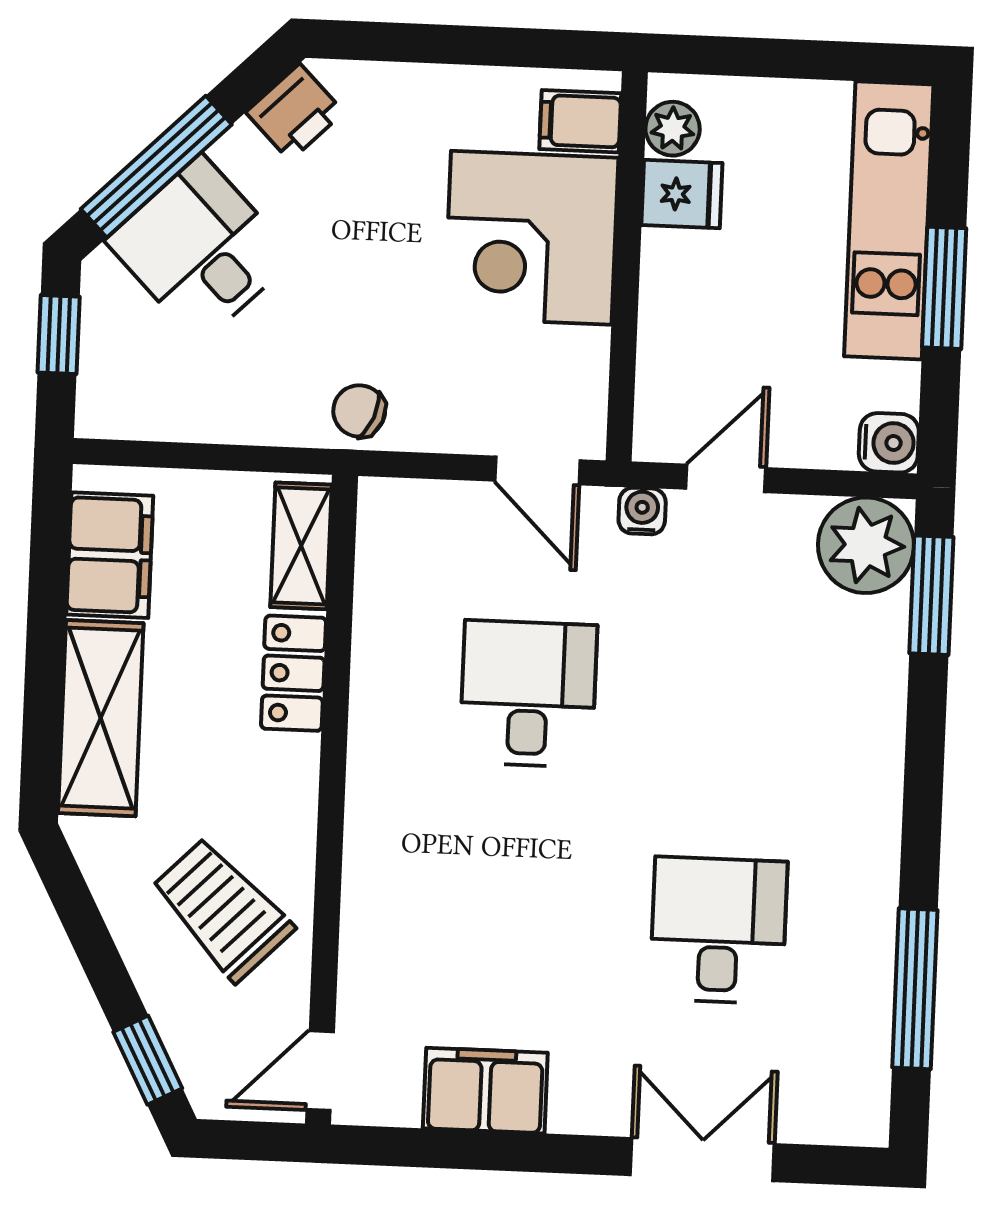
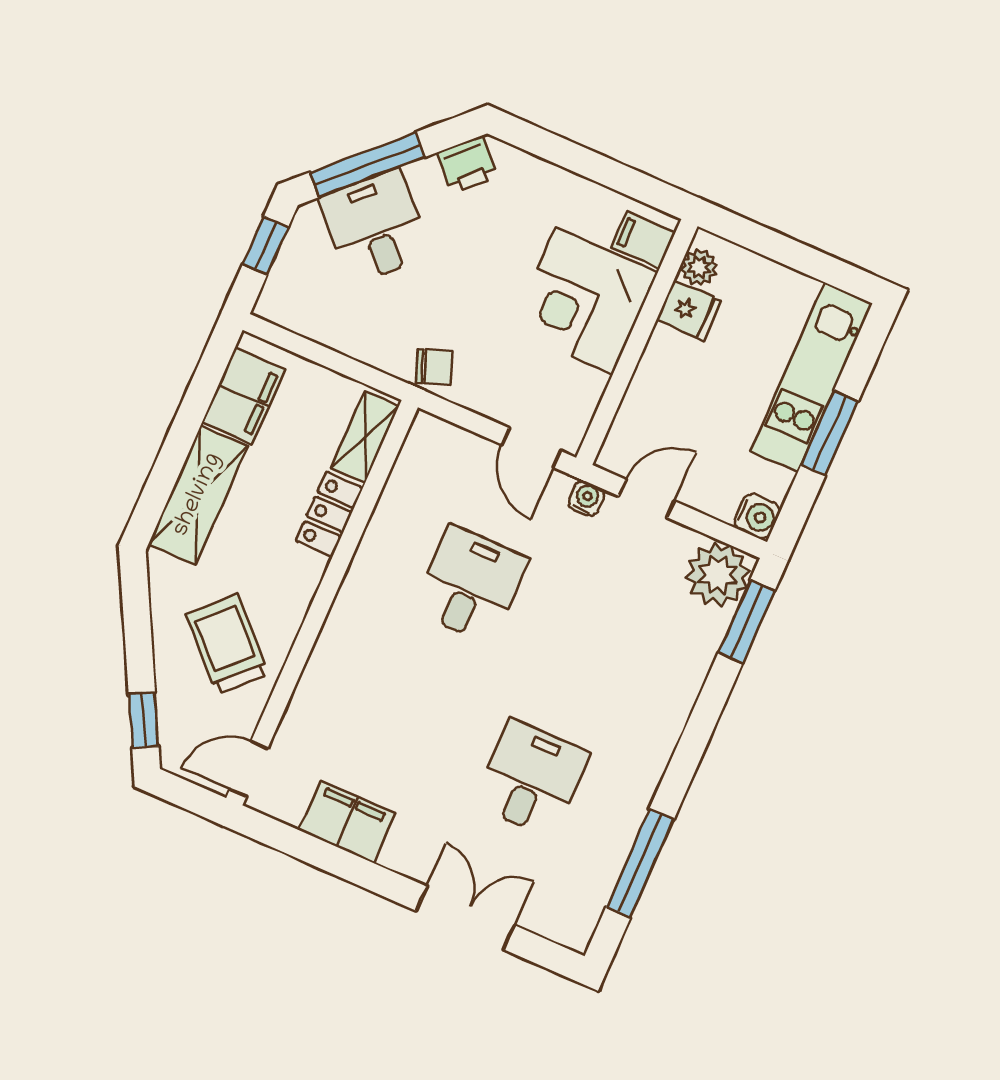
chair: (359, 411) -> (434, 367), turned 137

